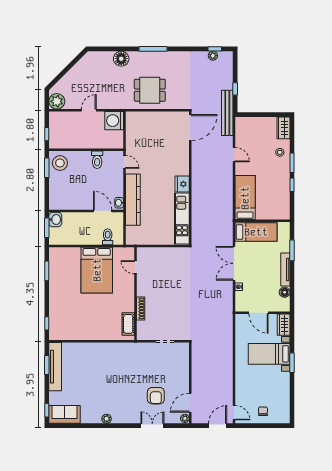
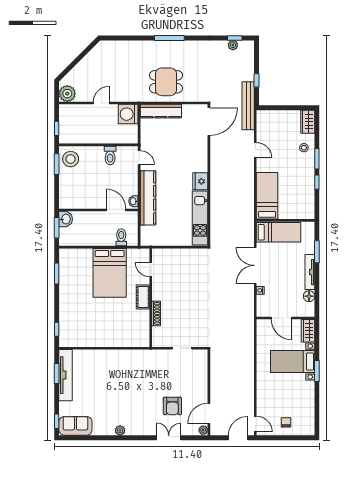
floor lamp: (121, 59) -> (136, 48), removed
kitchen counter: (145, 118) -> (161, 111), added
cot: (128, 324) -> (143, 297), moved

